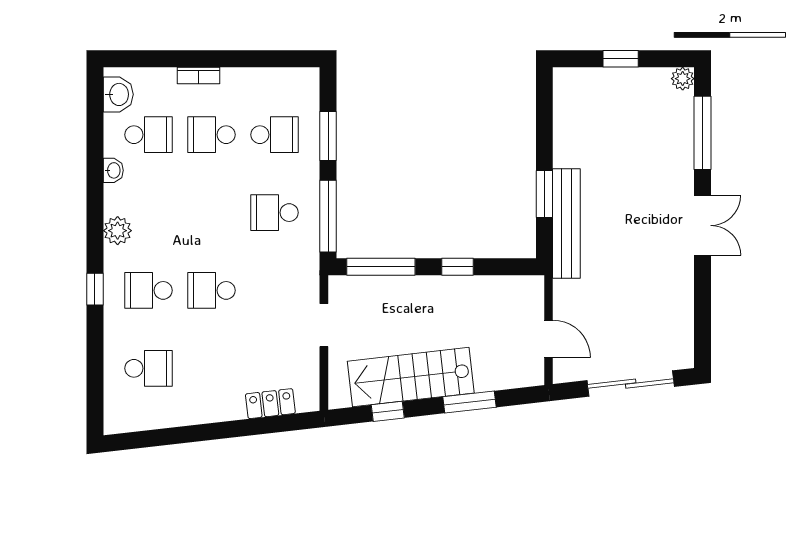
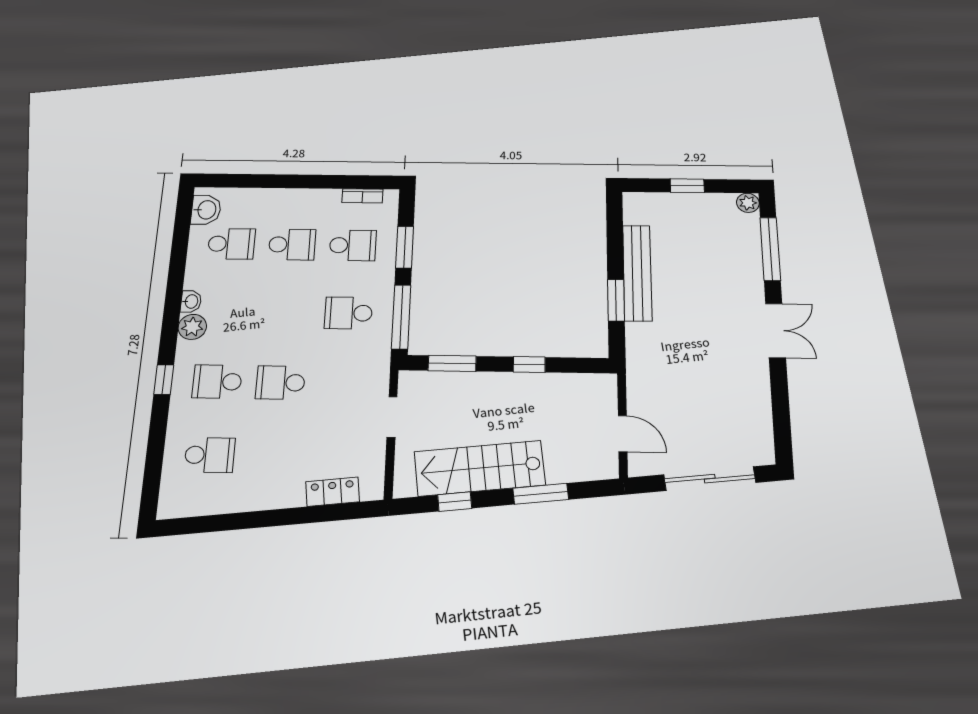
bookcase: (198, 75) -> (362, 196), moved
school desk: (212, 135) -> (292, 245), turned 180
washbasin: (113, 170) -> (191, 301), moved
bench: (566, 224) -> (637, 273), moved
window: (381, 267) -> (452, 363), width x0.69

